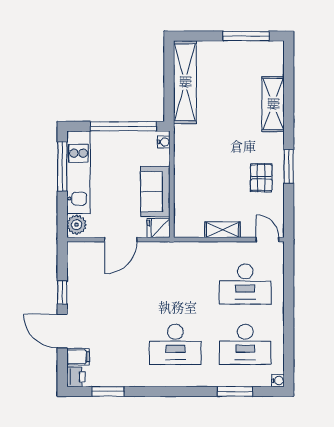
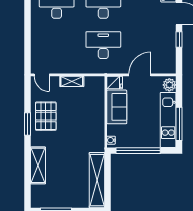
pallet: (261, 178) -> (46, 116), width x1.50, depth x1.42
desk: (245, 284) -> (103, 45), moved

